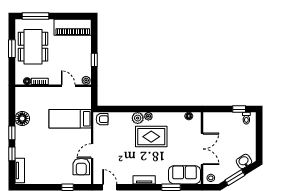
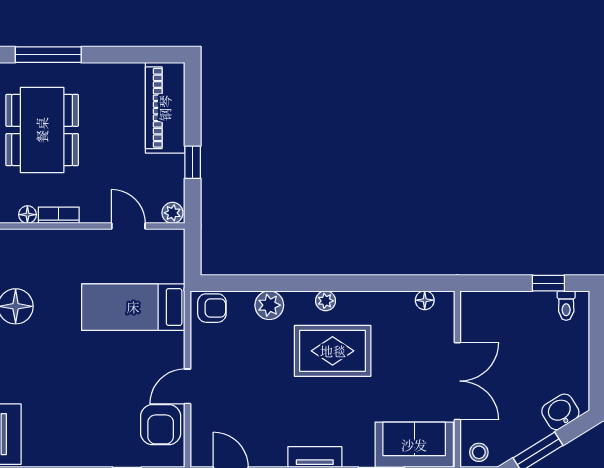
piano: (73, 27) -> (165, 108), moved, turned 90
plant: (138, 118) -> (269, 305), moved

